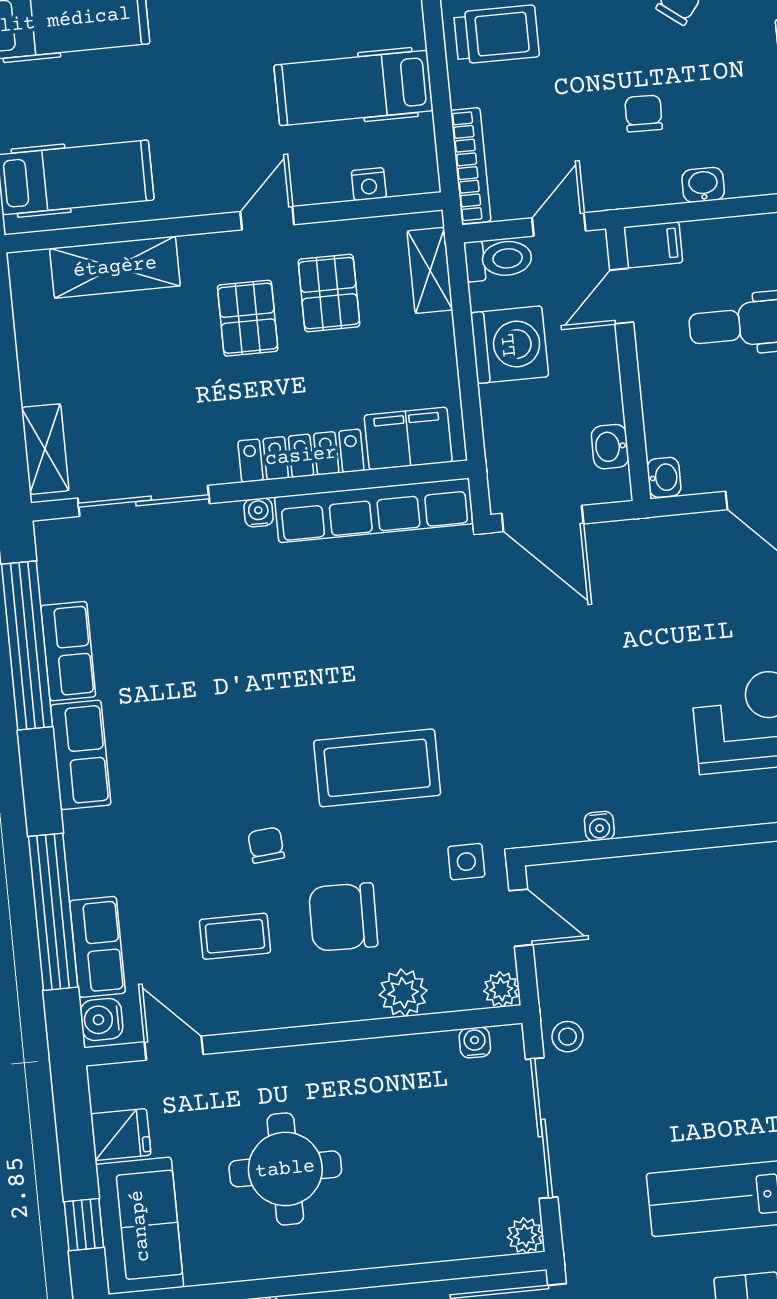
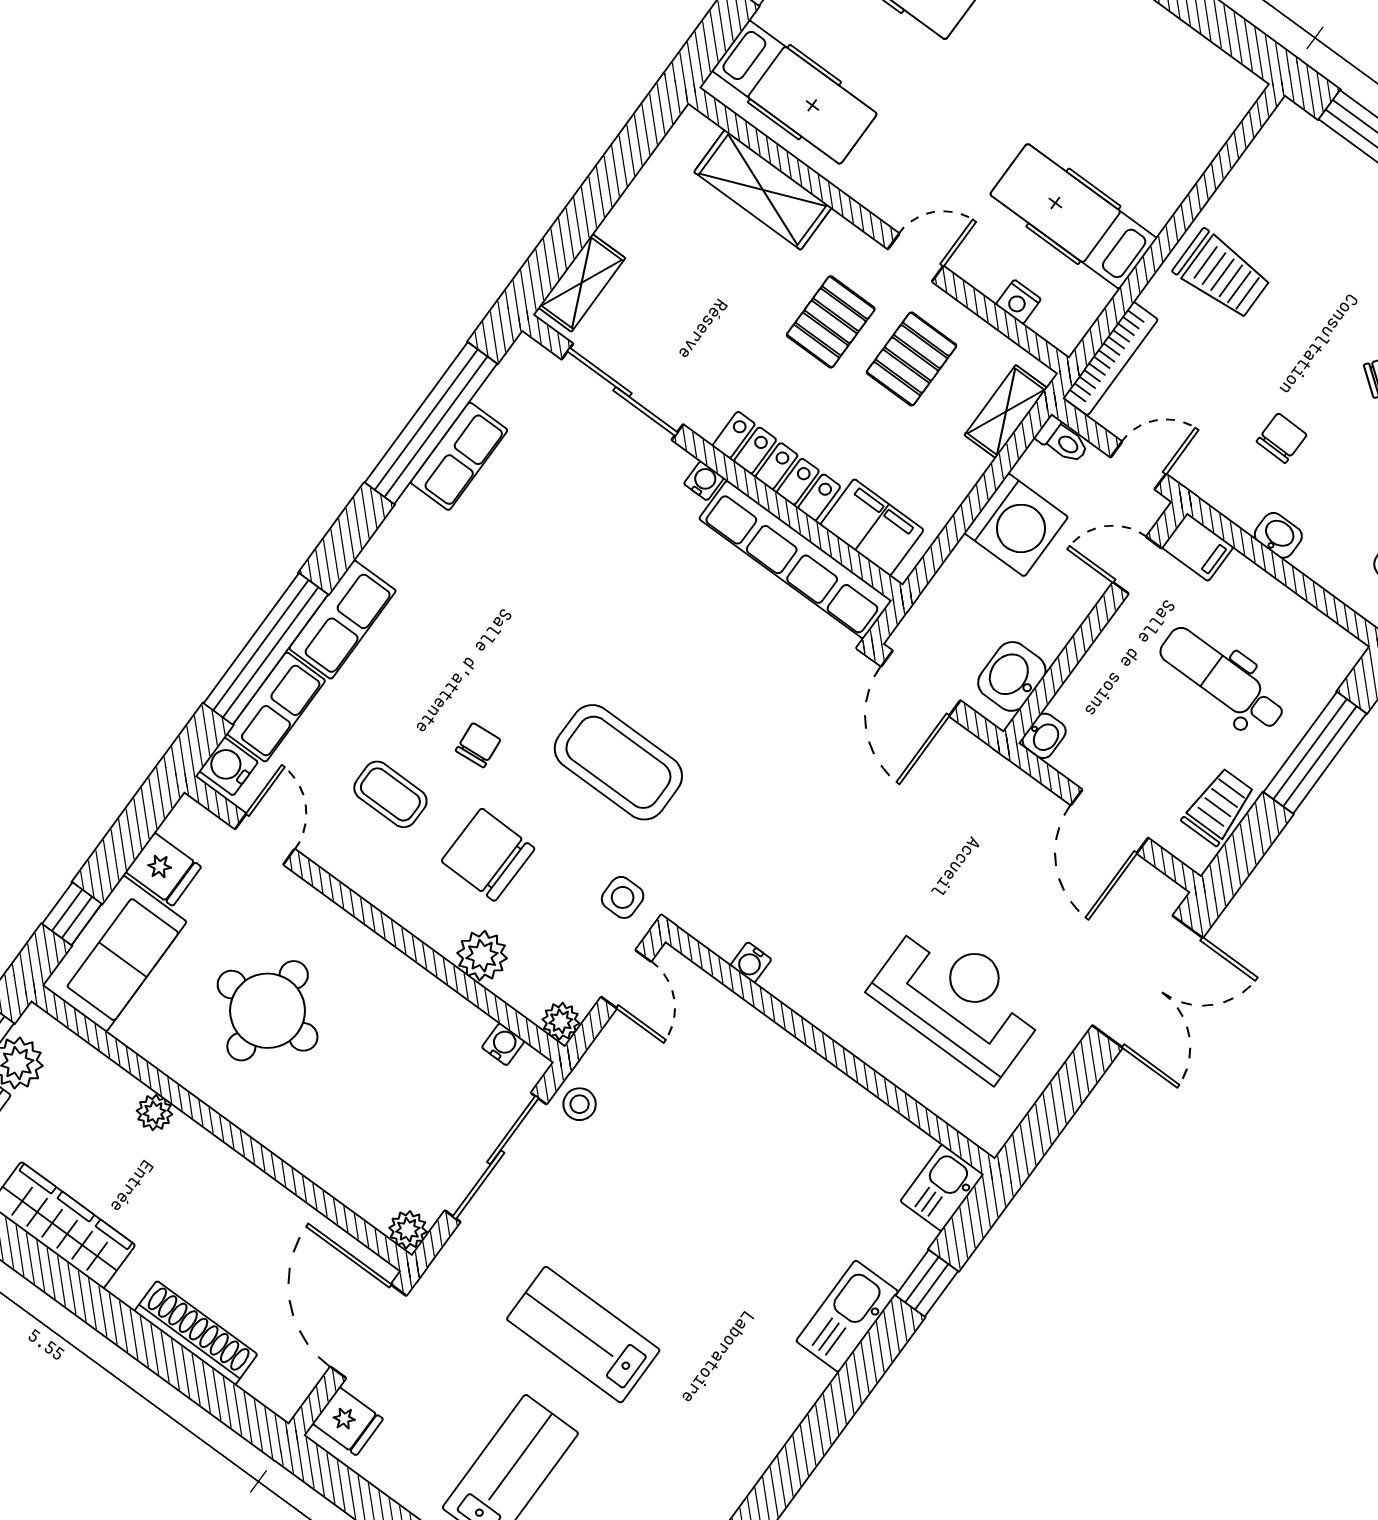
toilet: (498, 259) -> (1063, 440), width x0.73, depth x0.72
washbasin: (610, 447) -> (1012, 676), width x1.38, depth x1.45
row of seats: (81, 755) -> (343, 620), moved

